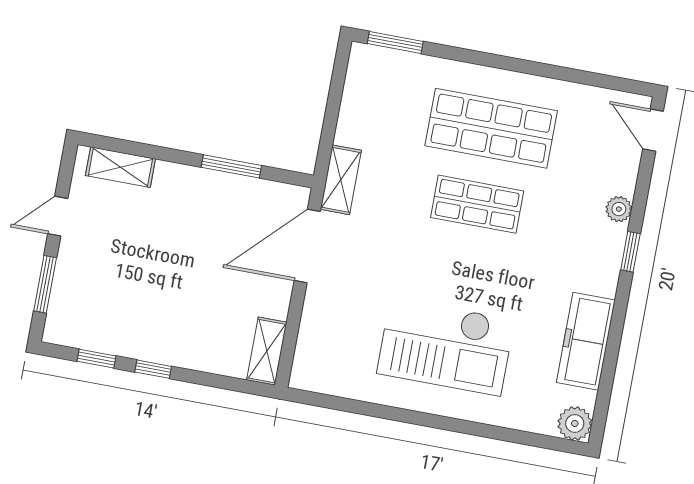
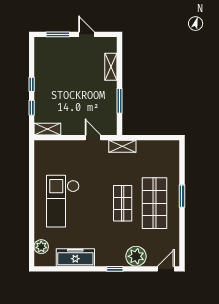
window: (395, 43) -> (182, 196), moved
shelving: (120, 167) -> (111, 67), moved
plant: (619, 209) -> (136, 256), width x1.87, depth x1.87
door: (307, 246) -> (93, 138), width x0.53
window: (97, 359) -> (32, 108), moved
plant: (575, 423) -> (41, 247), moved

